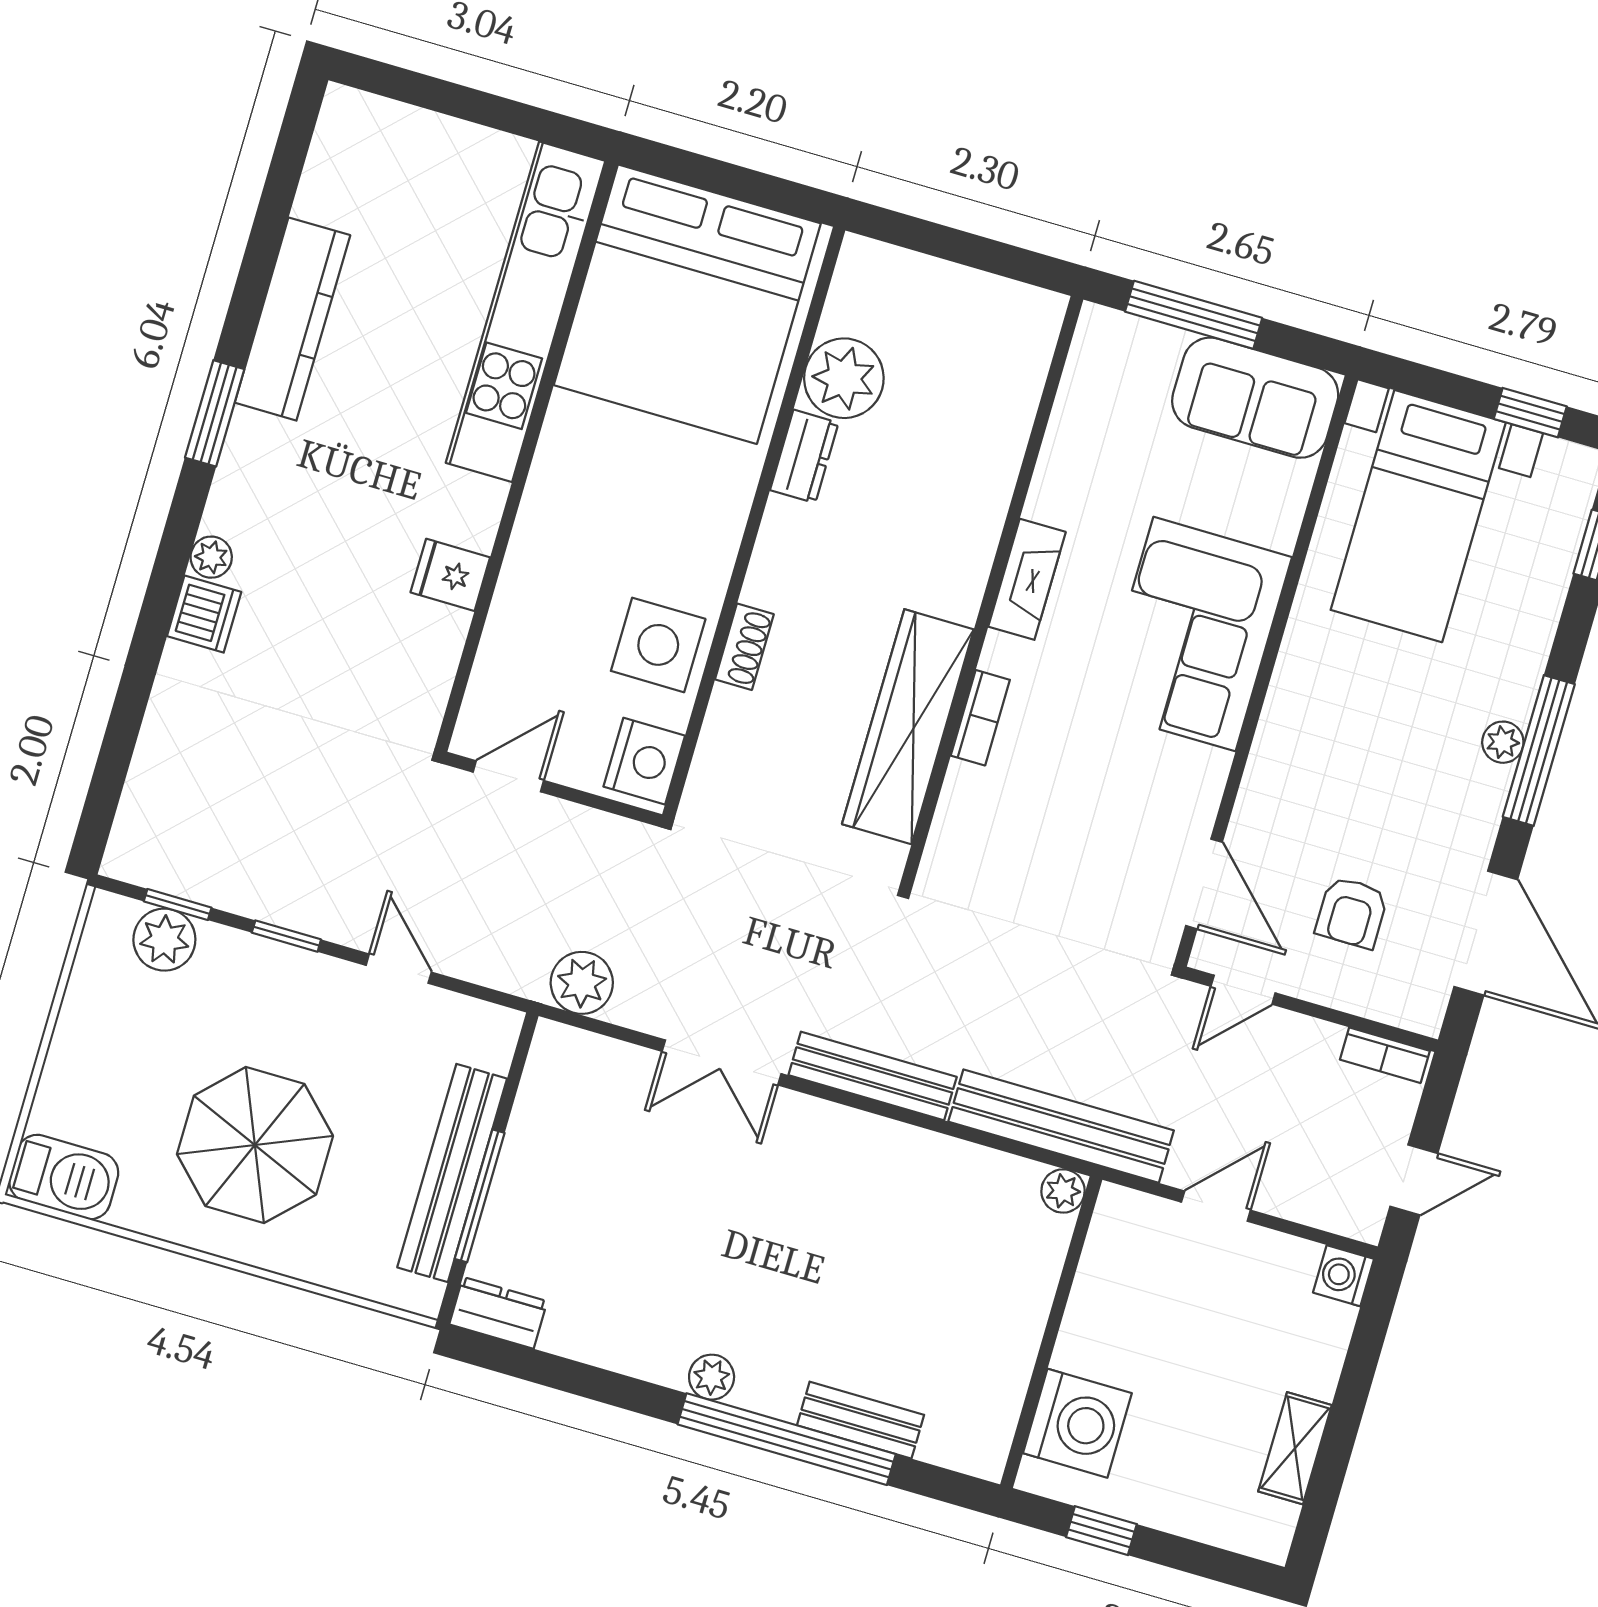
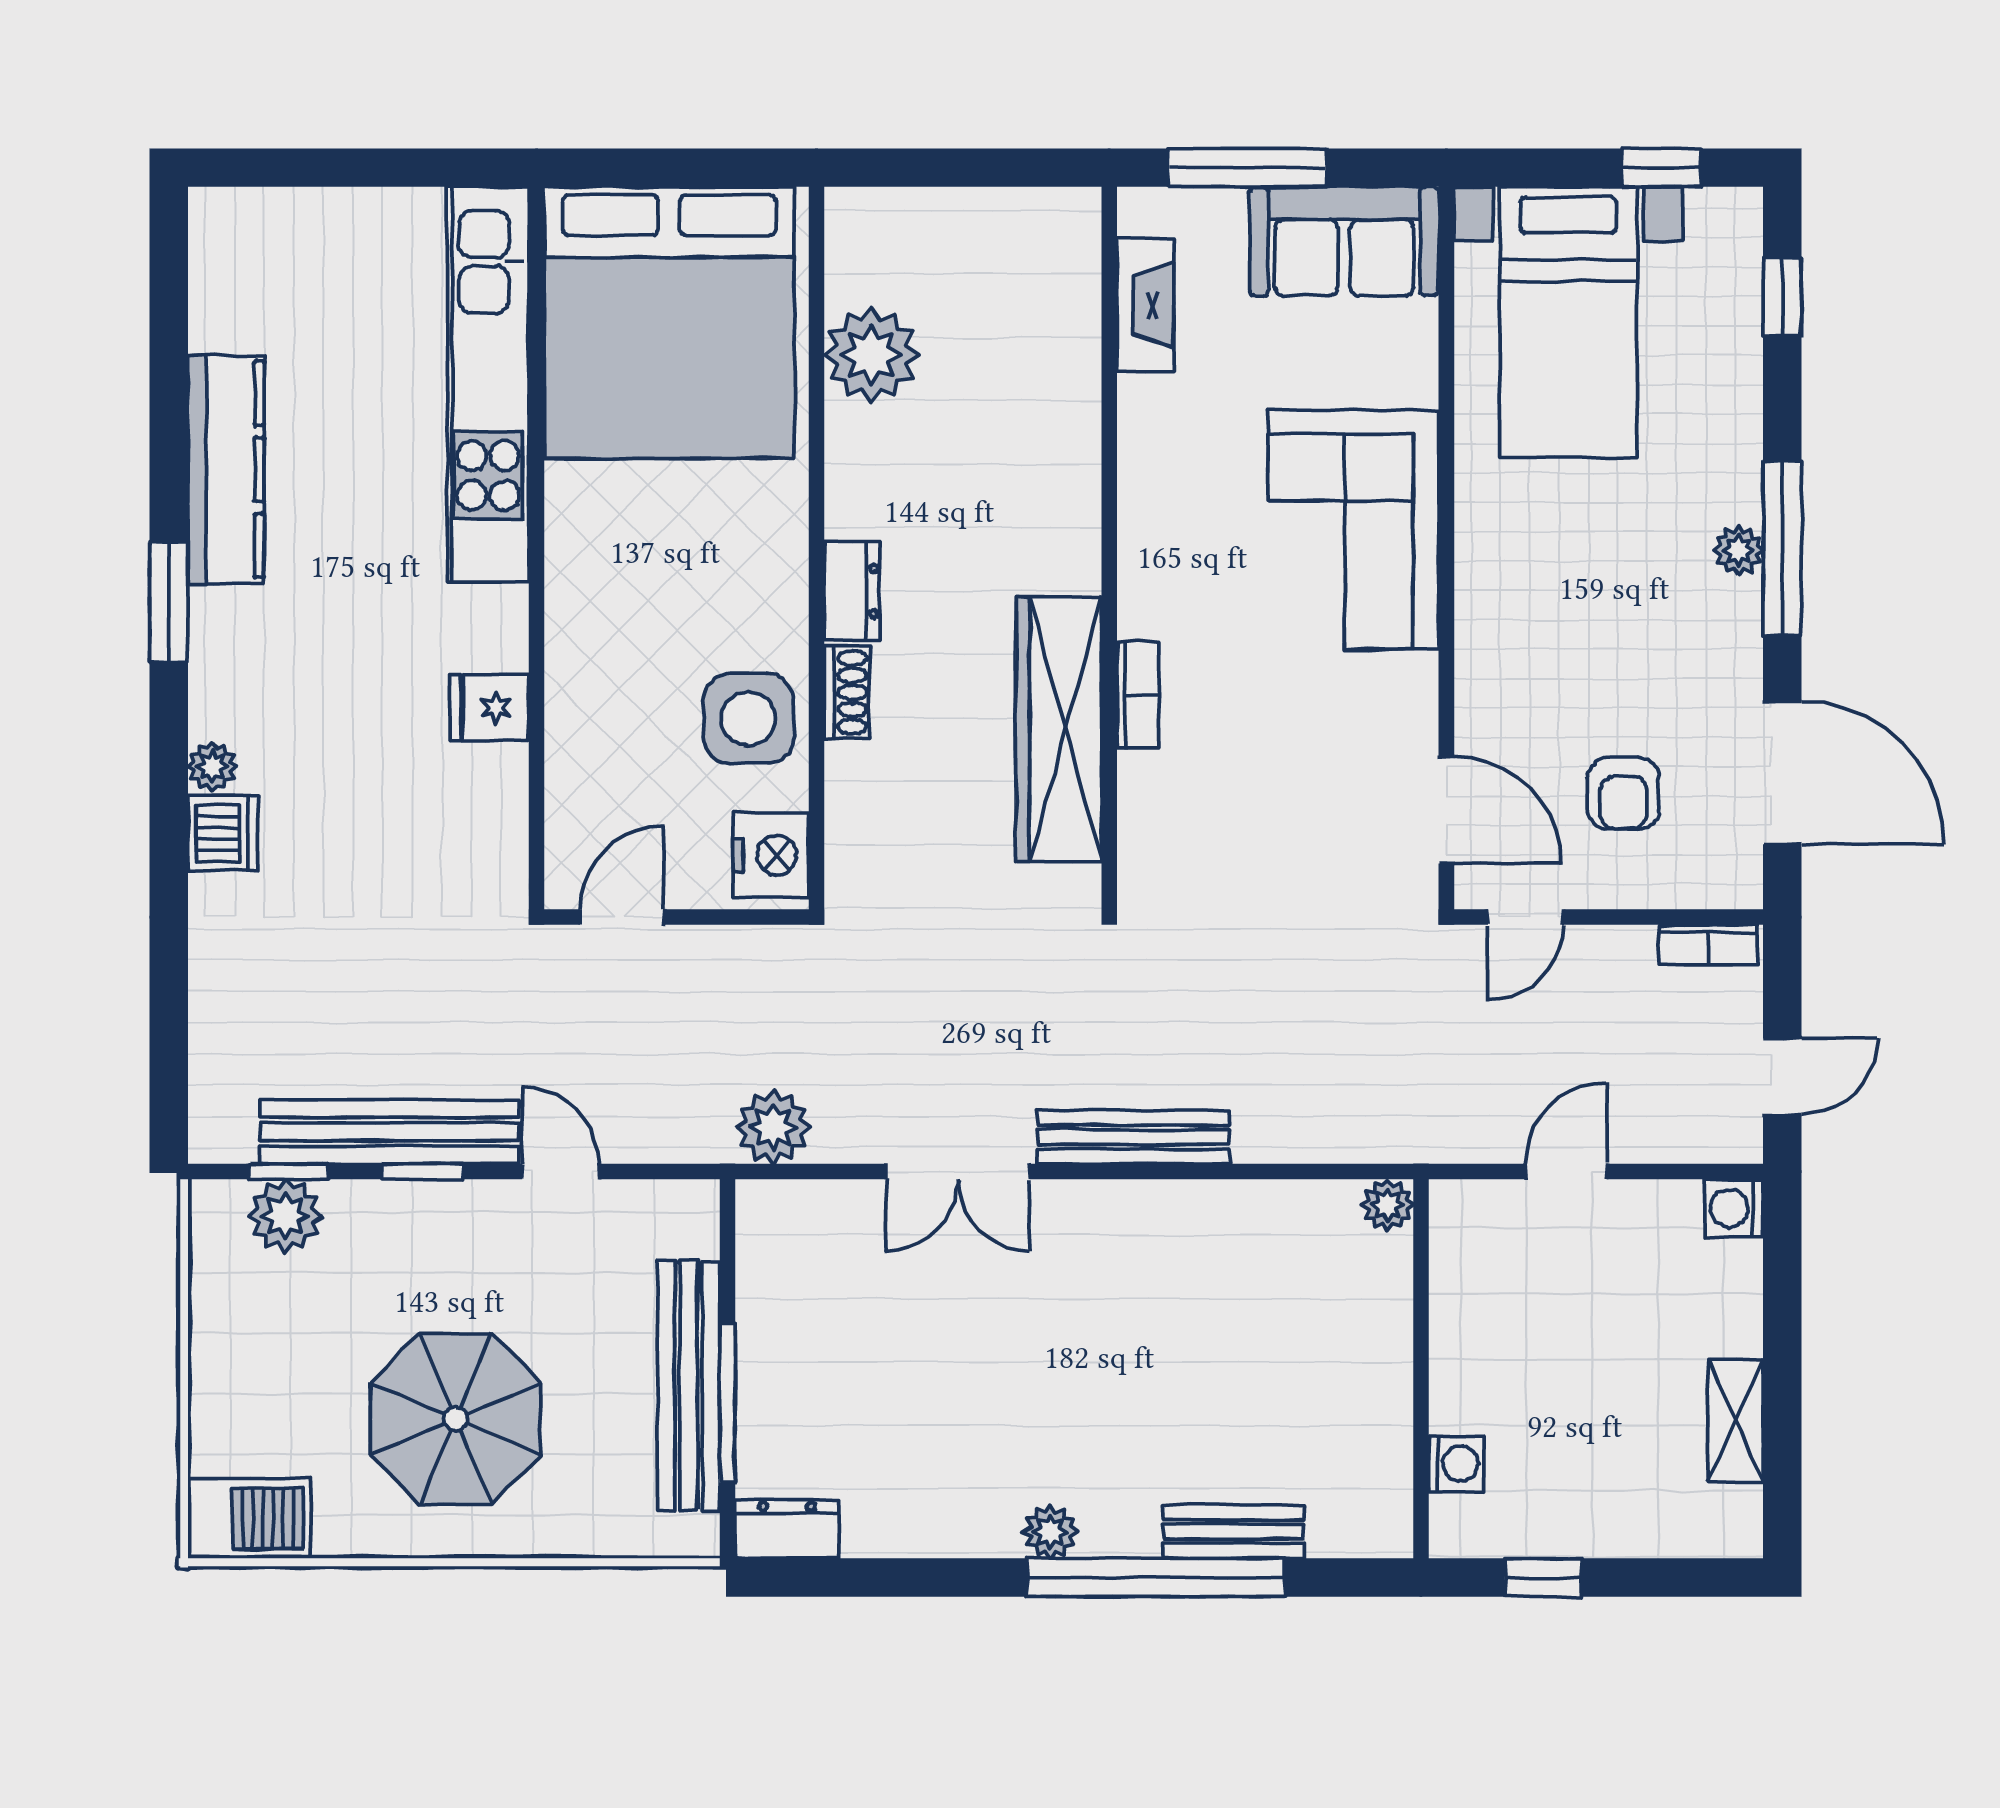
dresser: (804, 456) -> (852, 591), moved
fireplace: (1027, 579) -> (1145, 305), moved
bench: (1061, 1126) -> (389, 1132), moved
washing machine: (1077, 1423) -> (1456, 1464), width x0.53, depth x0.53

